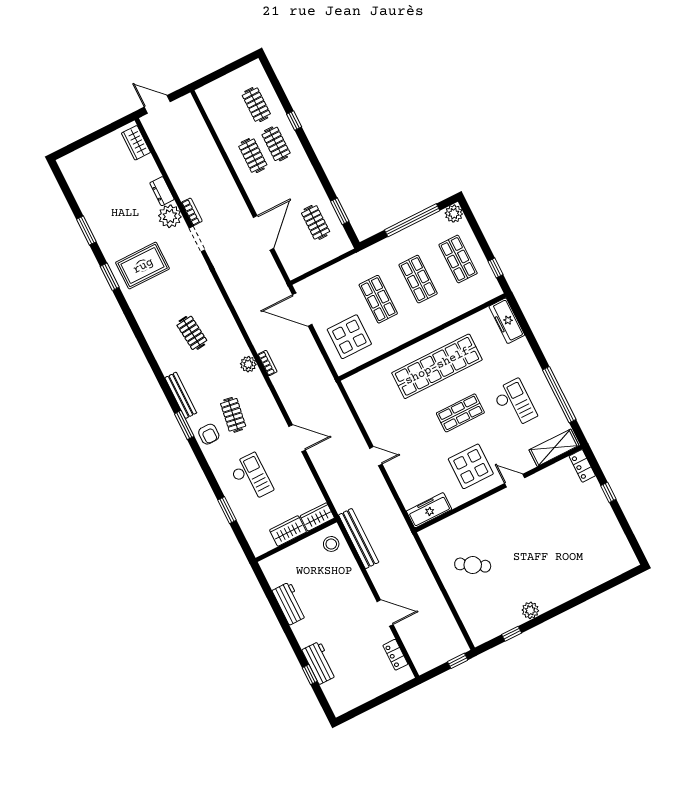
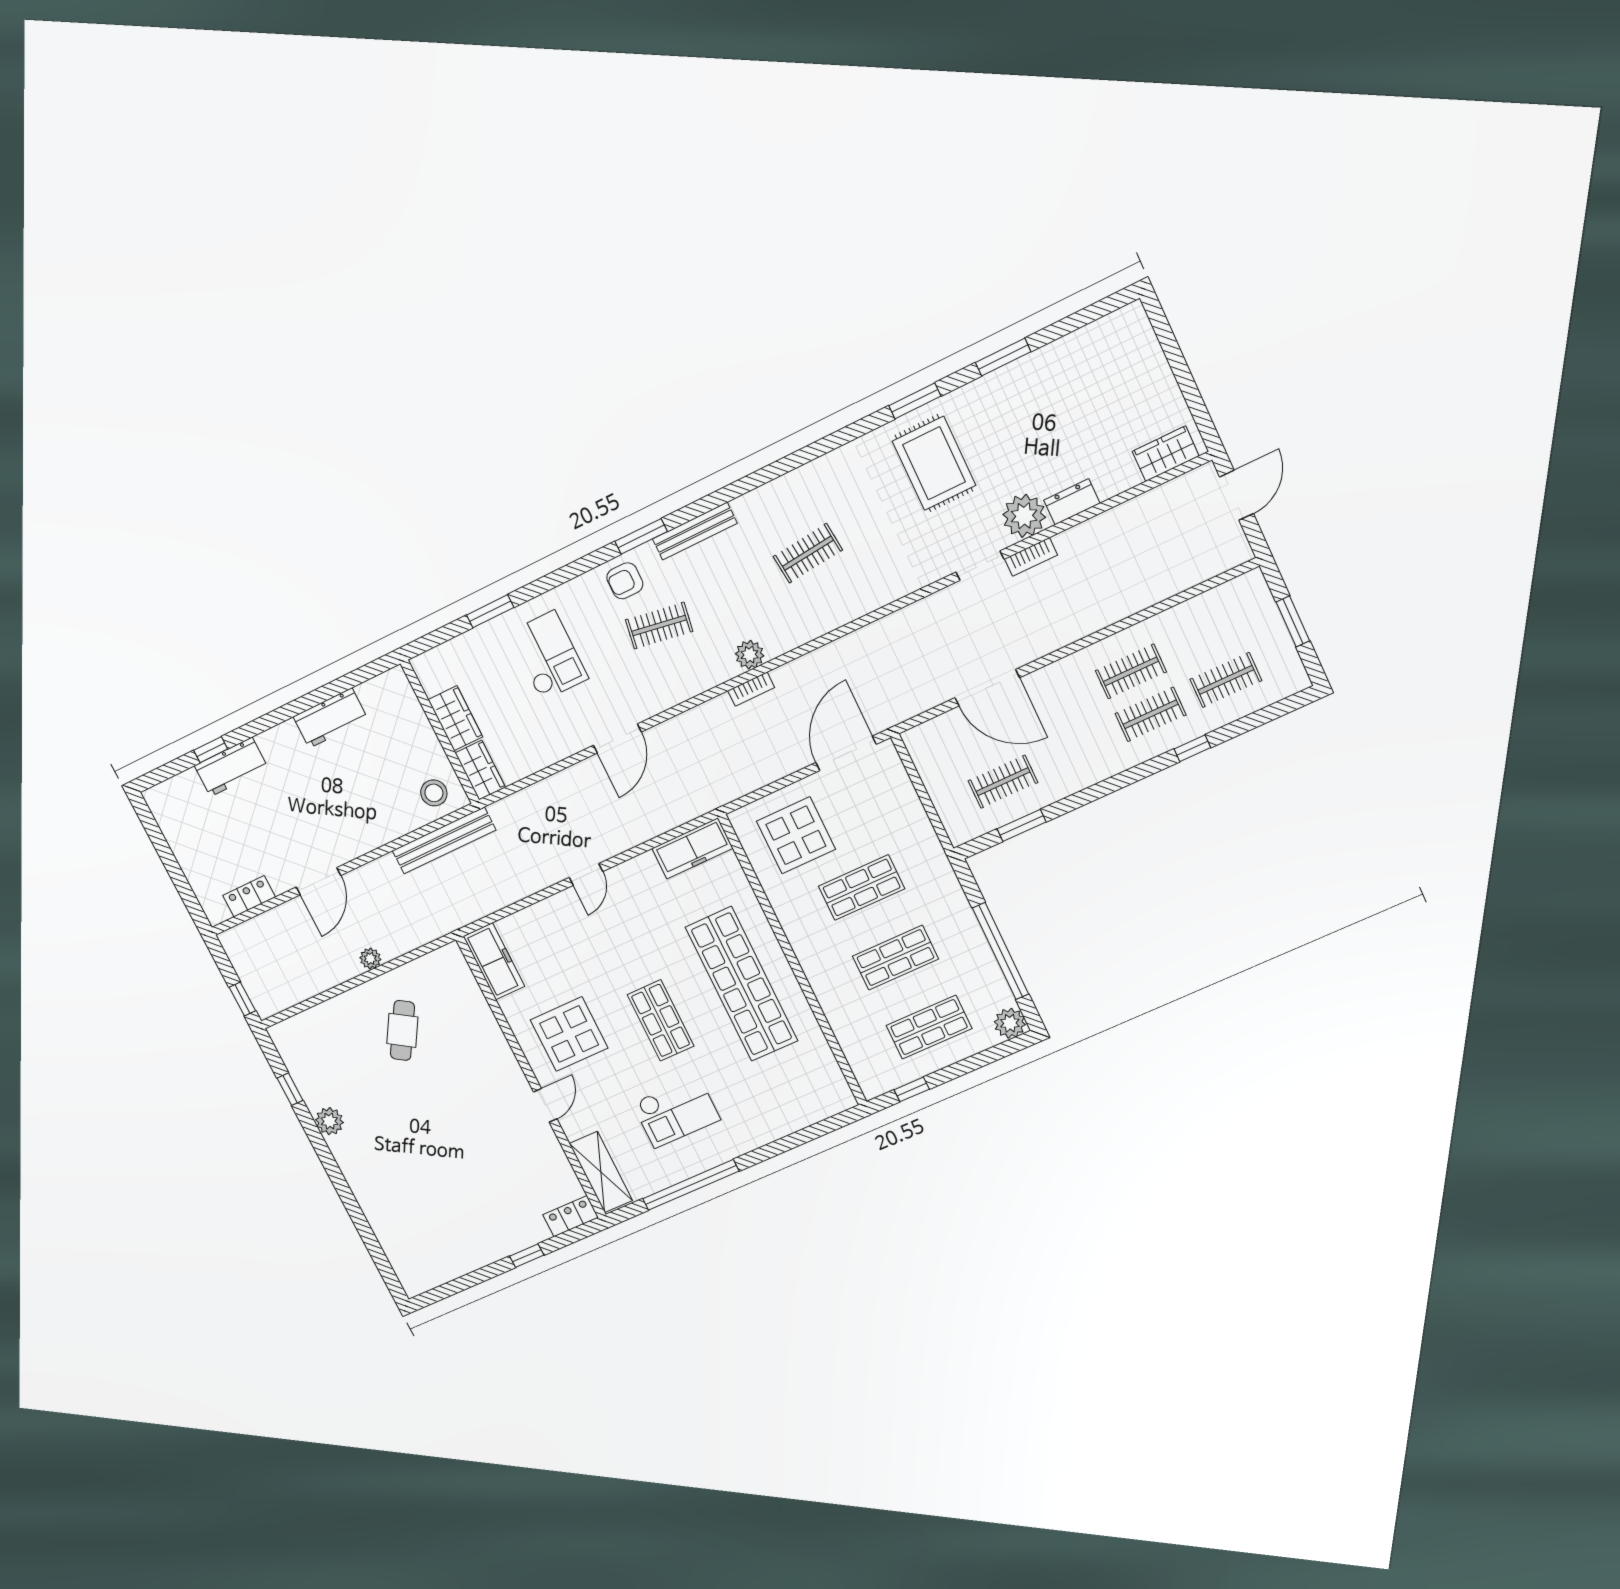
window: (224, 71) -> (1293, 621), added
freezer: (507, 321) -> (692, 848), moved, turned 180
checkout: (251, 477) -> (548, 656), turned -90
plant: (430, 583) -> (370, 959), added

